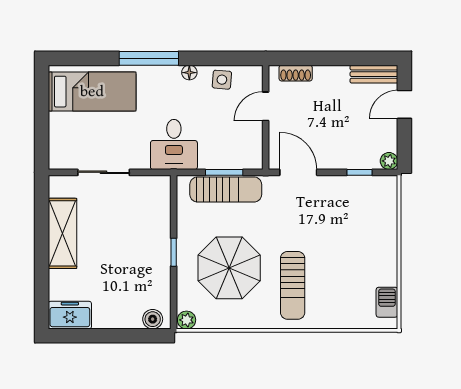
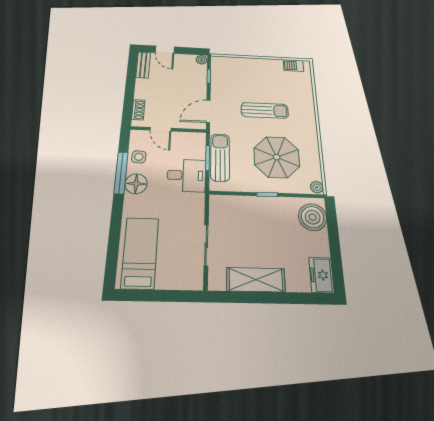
window: (149, 58) -> (121, 173), moved
floor lamp: (189, 73) -> (136, 184), width x1.89, depth x1.89
desk: (174, 144) -> (186, 175), moved
sun lounger: (293, 285) -> (265, 110), moved
boiler: (153, 319) -> (313, 217), width x1.86, depth x1.86

